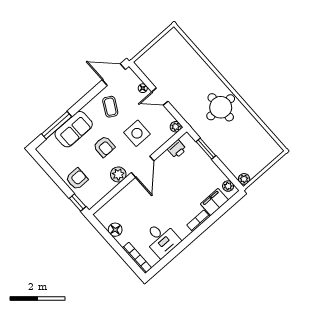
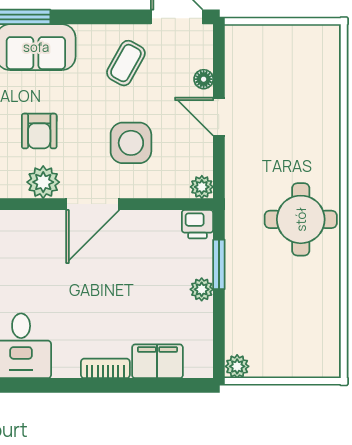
armchair: (104, 147) -> (39, 131), moved
printer: (177, 149) -> (197, 224), moved
plant: (228, 186) -> (202, 289), moved

